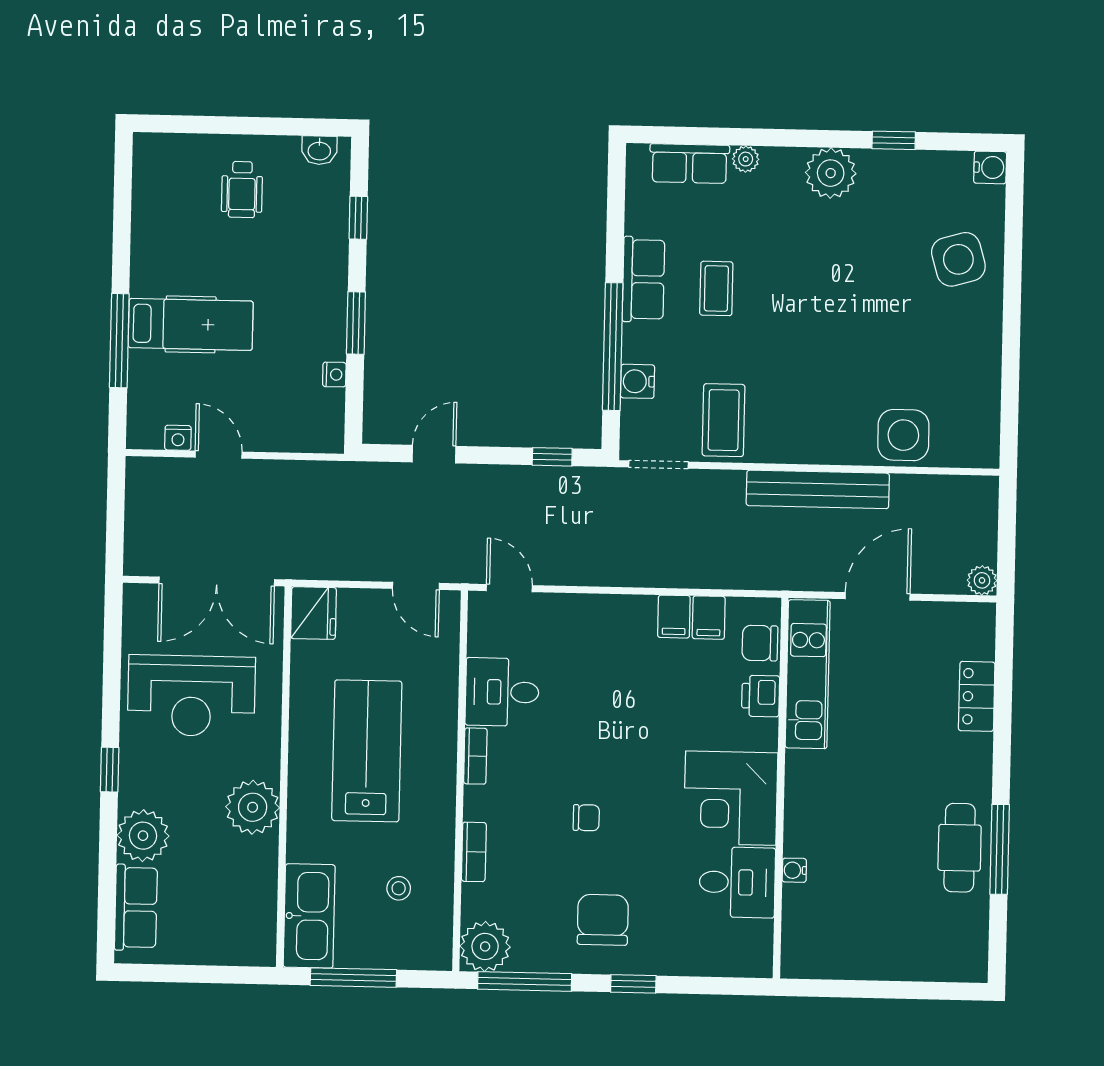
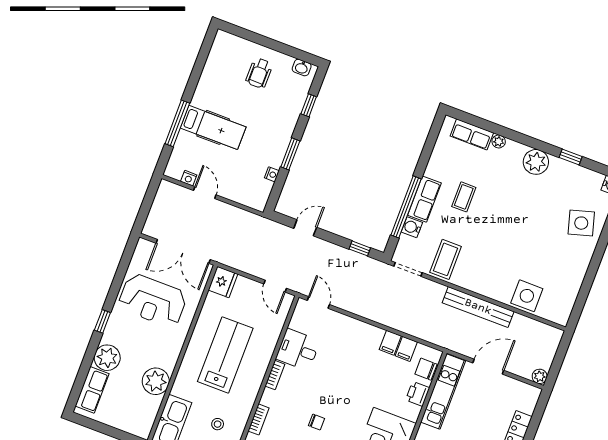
row of seats: (643, 279) -> (424, 199), moved
plant: (253, 807) -> (156, 381), moved

